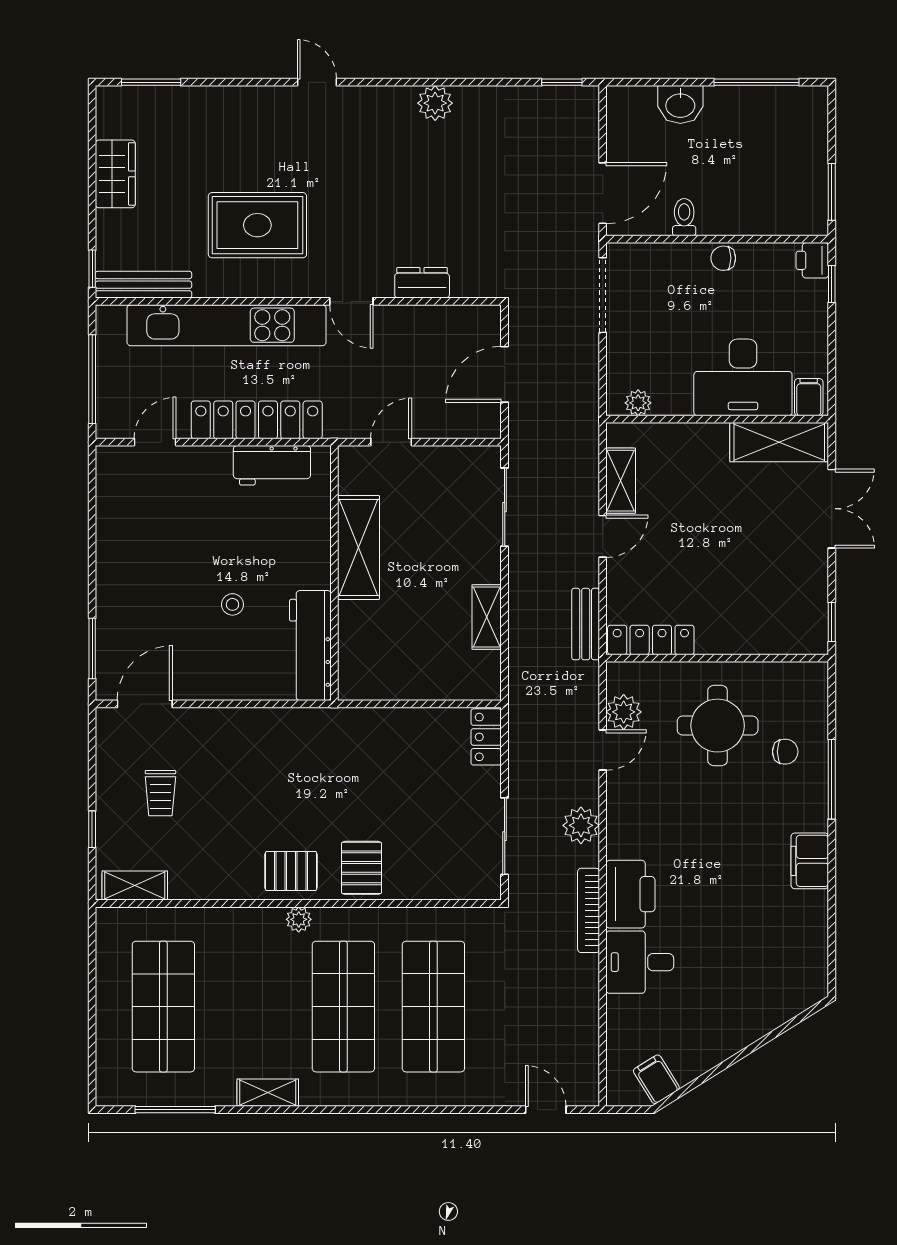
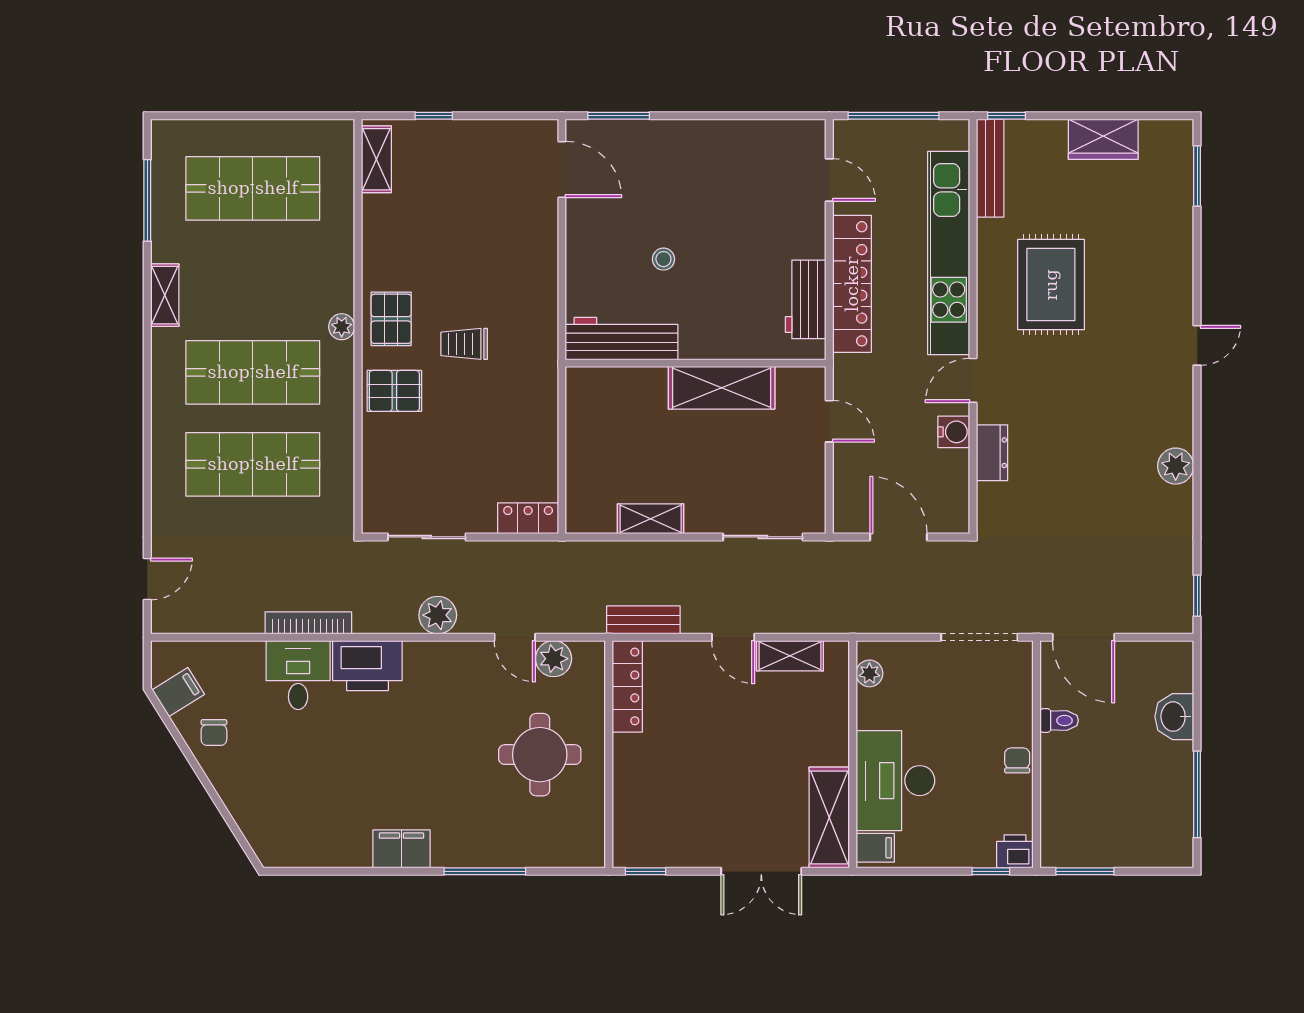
water cooler: (402, 320) -> (954, 432), added
chair: (785, 752) -> (214, 733), moved
trolley: (160, 793) -> (464, 344), moved
bookcase: (589, 910) -> (308, 623), moved

